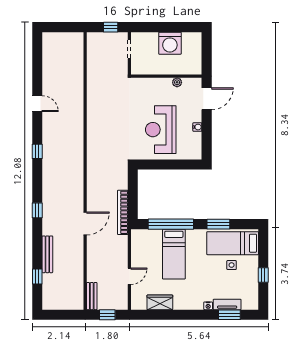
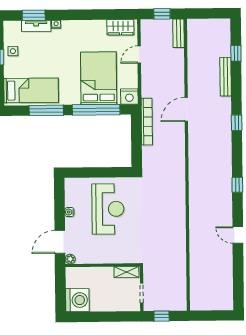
washing machine: (170, 43) -> (77, 300), moved, turned 90
shelving: (144, 69) -> (126, 272), added
plant: (177, 82) -> (70, 259), moved
window: (218, 224) -> (46, 110), width x1.44
nightstand: (139, 236) -> (129, 96), added
bed: (174, 254) -> (99, 78), width x1.50
side table: (232, 265) -> (13, 51), moved
wardrobe: (160, 302) -> (120, 27), moved

